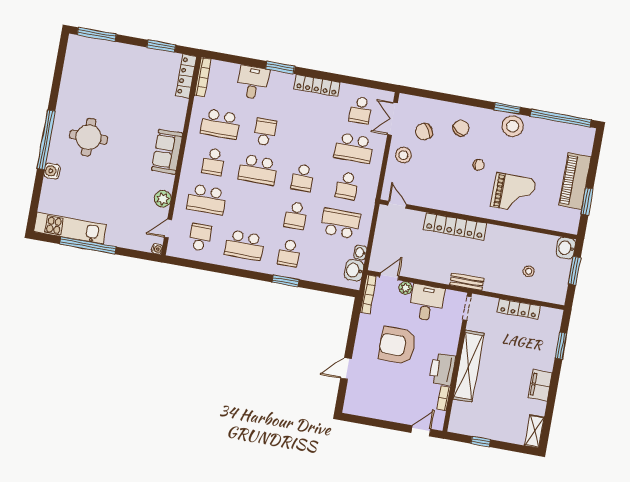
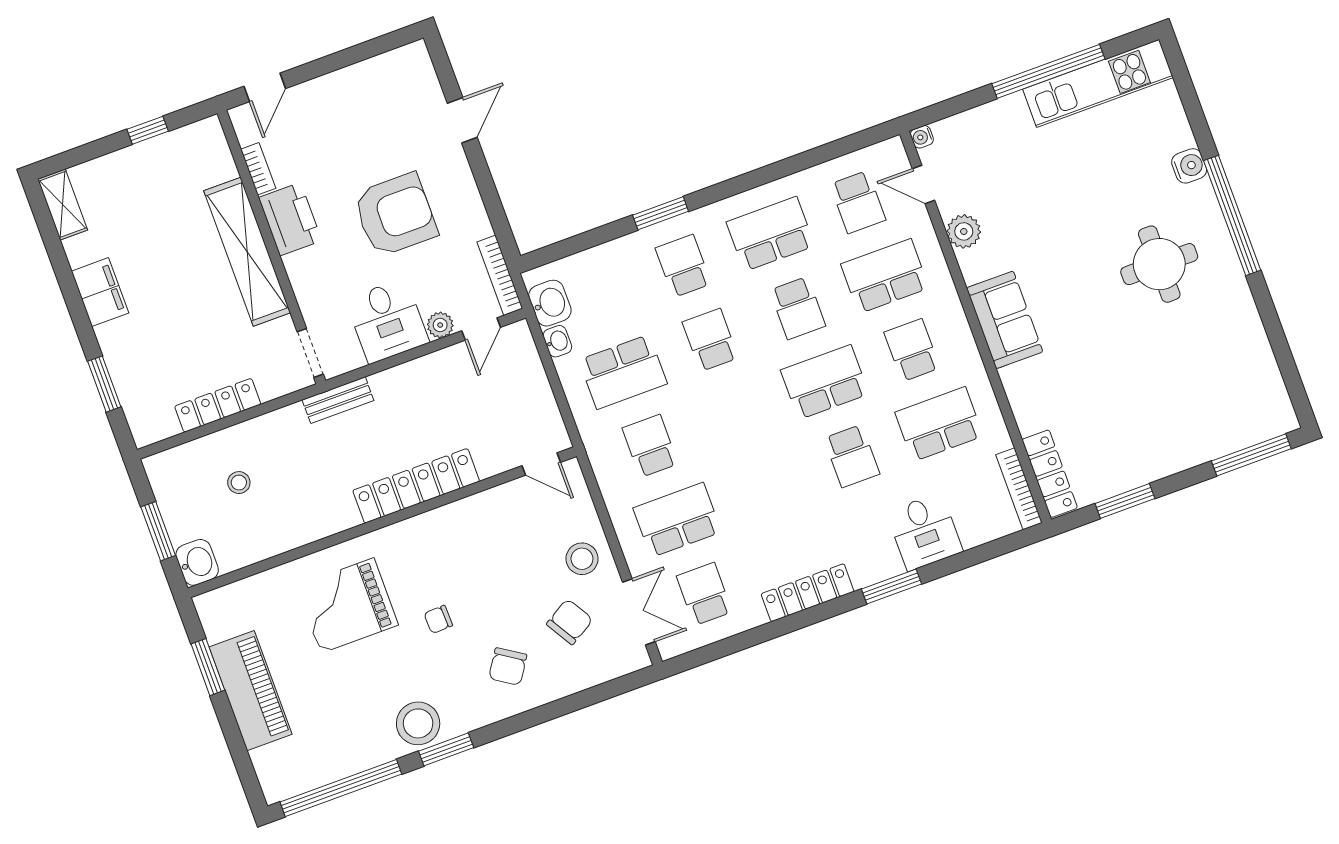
school desk: (303, 178) -> (798, 308), moved, turned 180
door: (168, 228) -> (923, 184), swing flipped

